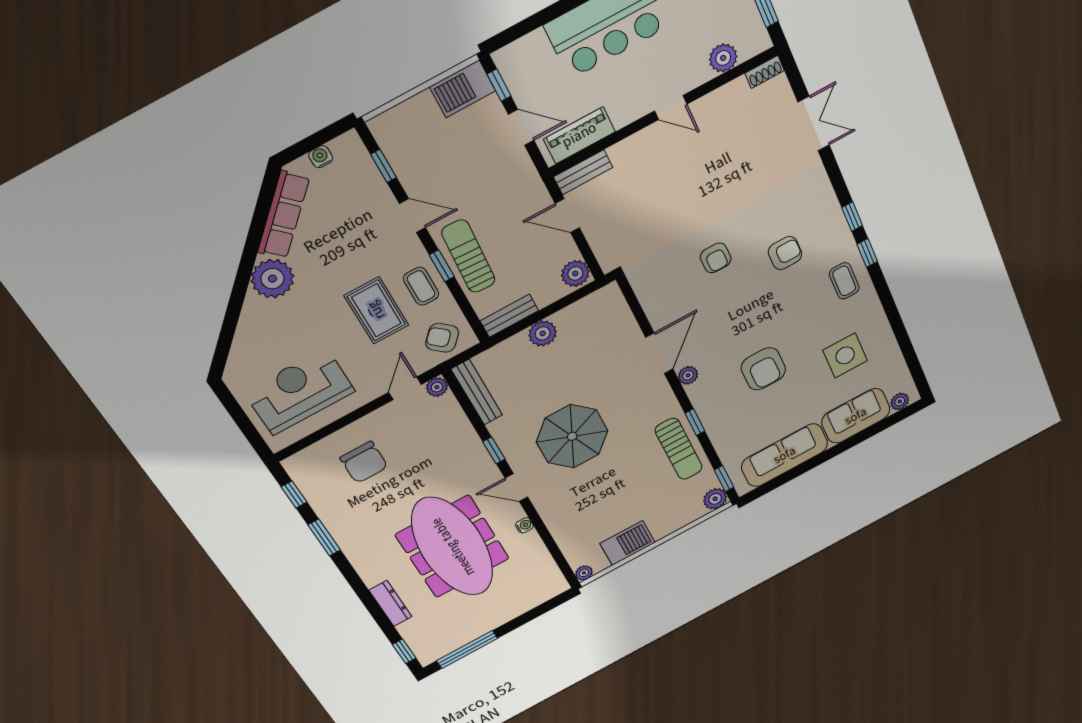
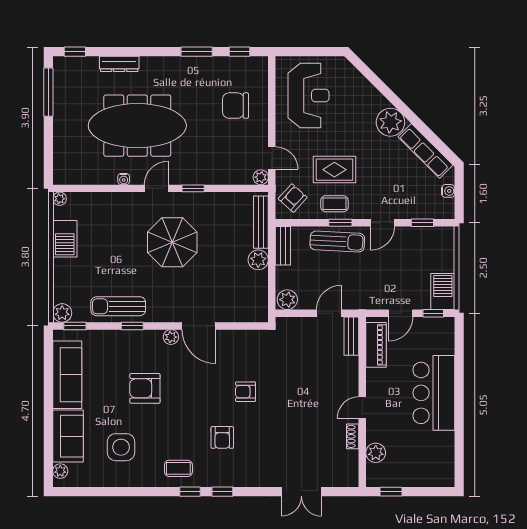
shoe rack: (765, 72) -> (353, 436), moved
bench: (477, 392) -> (261, 222), moved, turned 90

